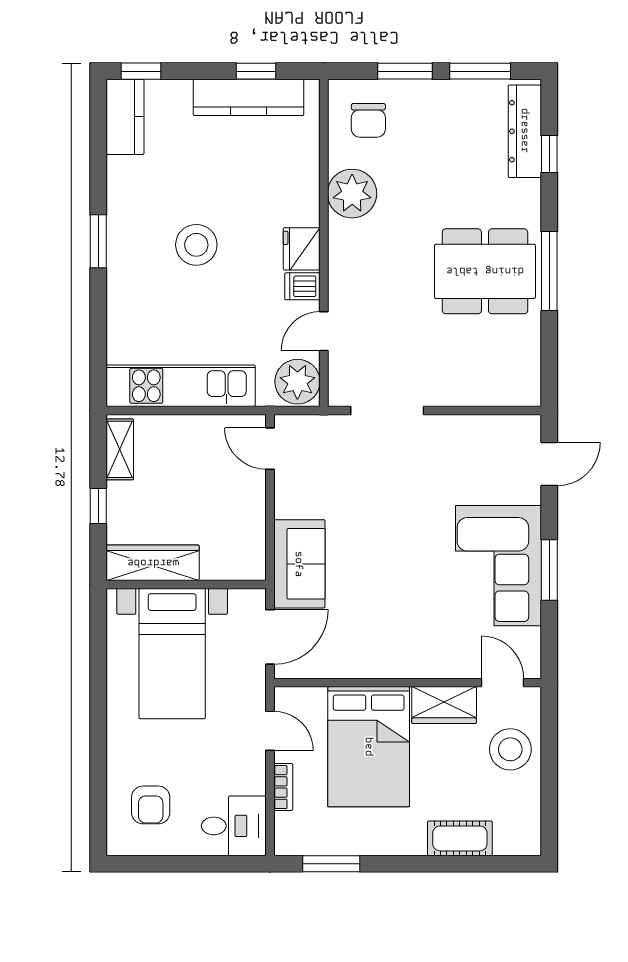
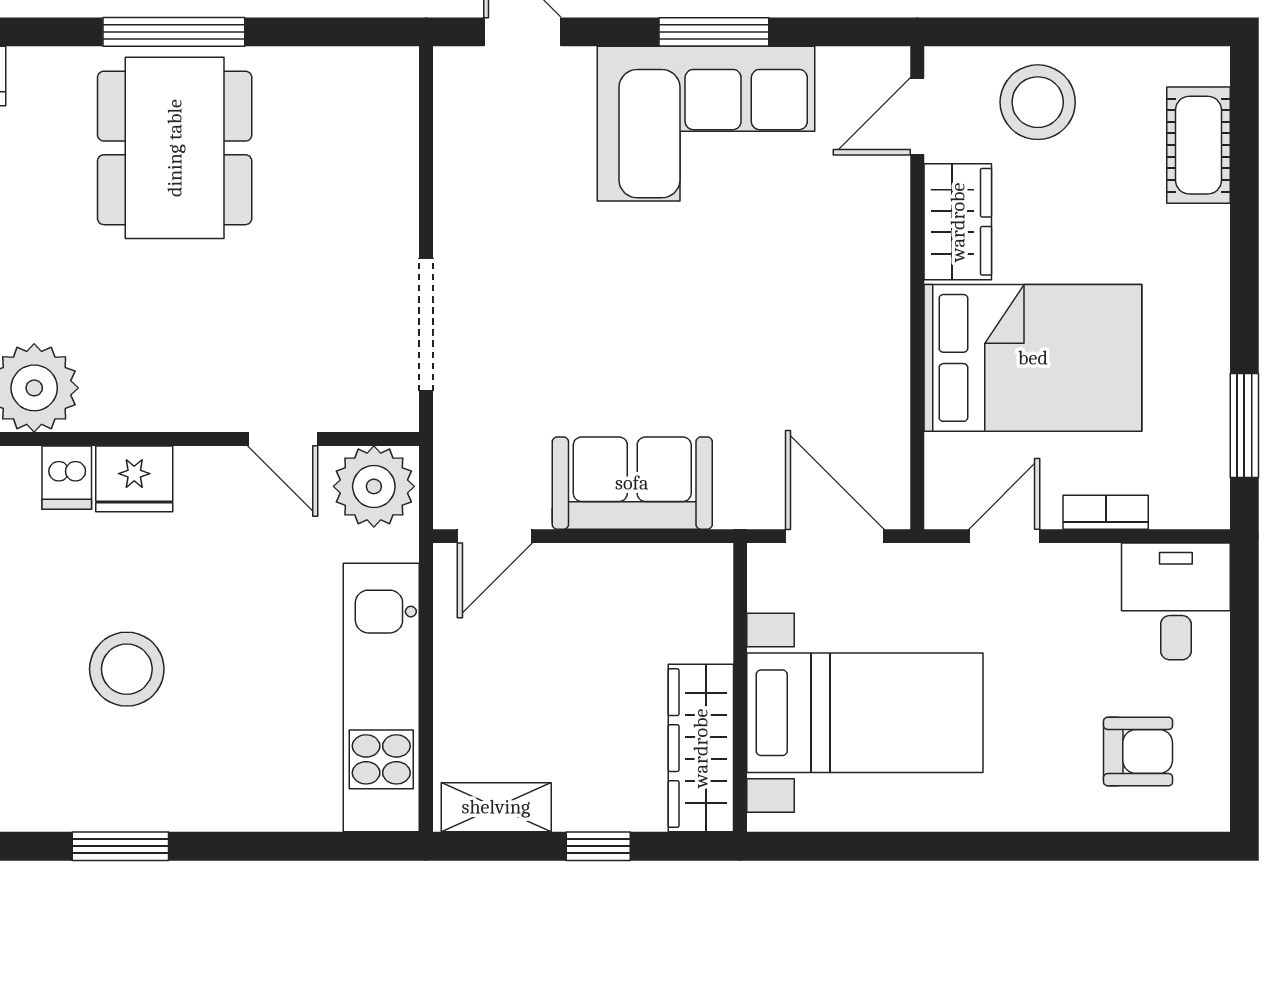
dishwasher: (302, 286) -> (67, 478), moved
sofa: (299, 564) -> (632, 483), moved
cot: (460, 838) -> (1198, 145), moved

